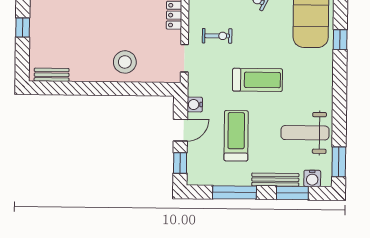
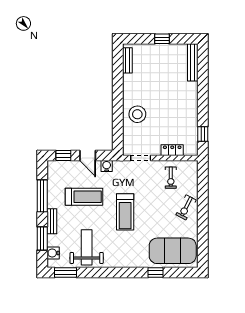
exercise bike: (217, 36) -> (171, 178), moved
bench: (275, 180) -> (52, 221), width x0.73

